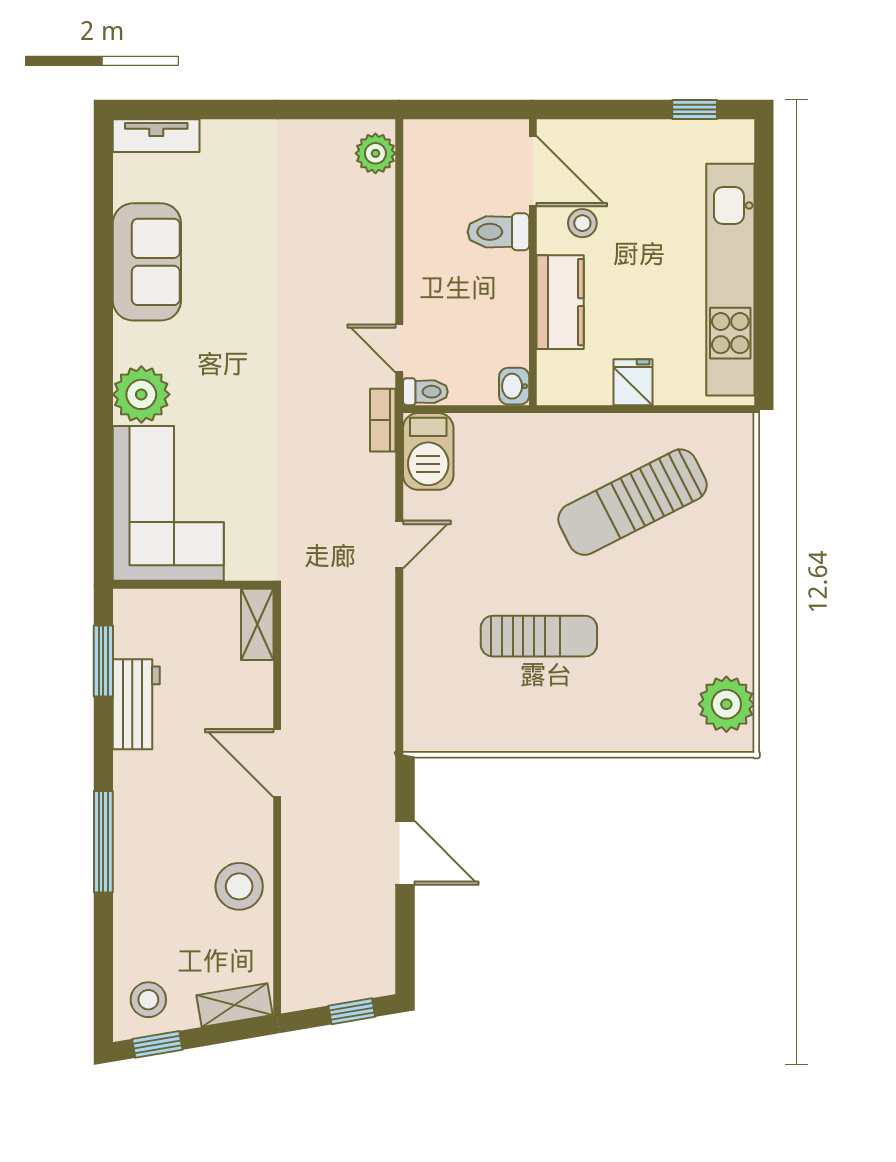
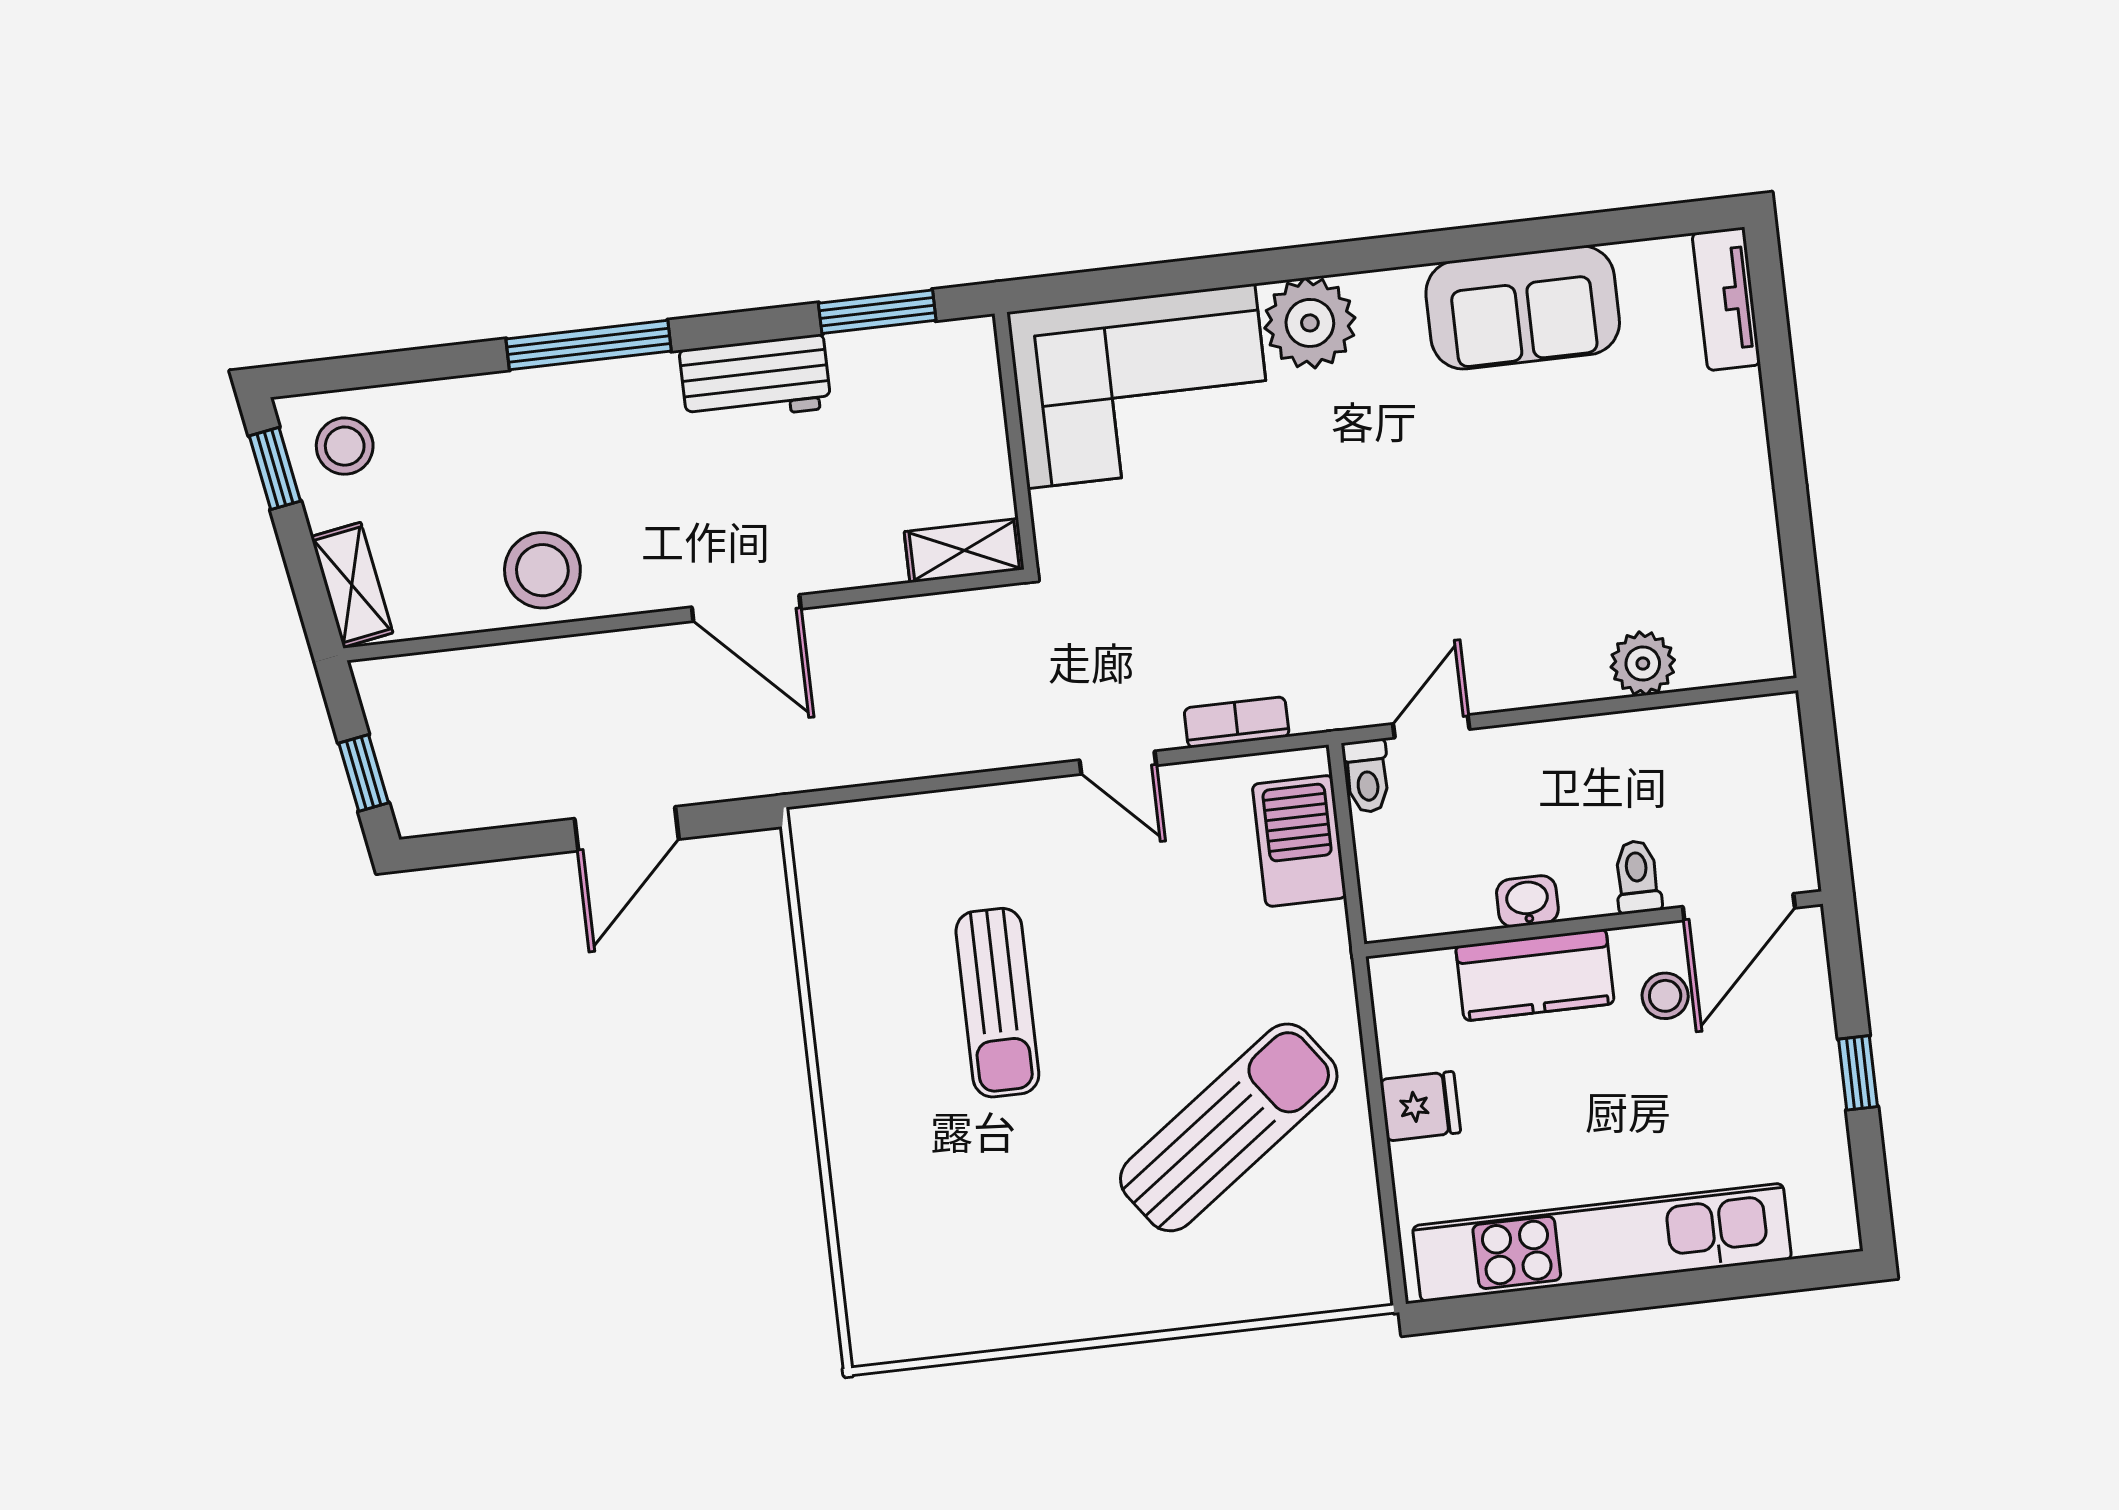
window: (695, 109) -> (1858, 1073), moved
plant: (375, 153) -> (1643, 664), moved
toilet: (498, 232) -> (1637, 877), width x0.73, depth x0.72
washbasin: (514, 386) -> (1527, 901), moved
bookcase: (383, 420) -> (1237, 722), moved
barbecue: (428, 451) -> (1299, 841), moved, turned 90
sun lounger: (632, 502) -> (1229, 1127), turned 81
workbench: (136, 704) -> (755, 379), moved
plant: (726, 704) -> (923, 1315), removed
door: (277, 763) -> (746, 608), swing flipped

